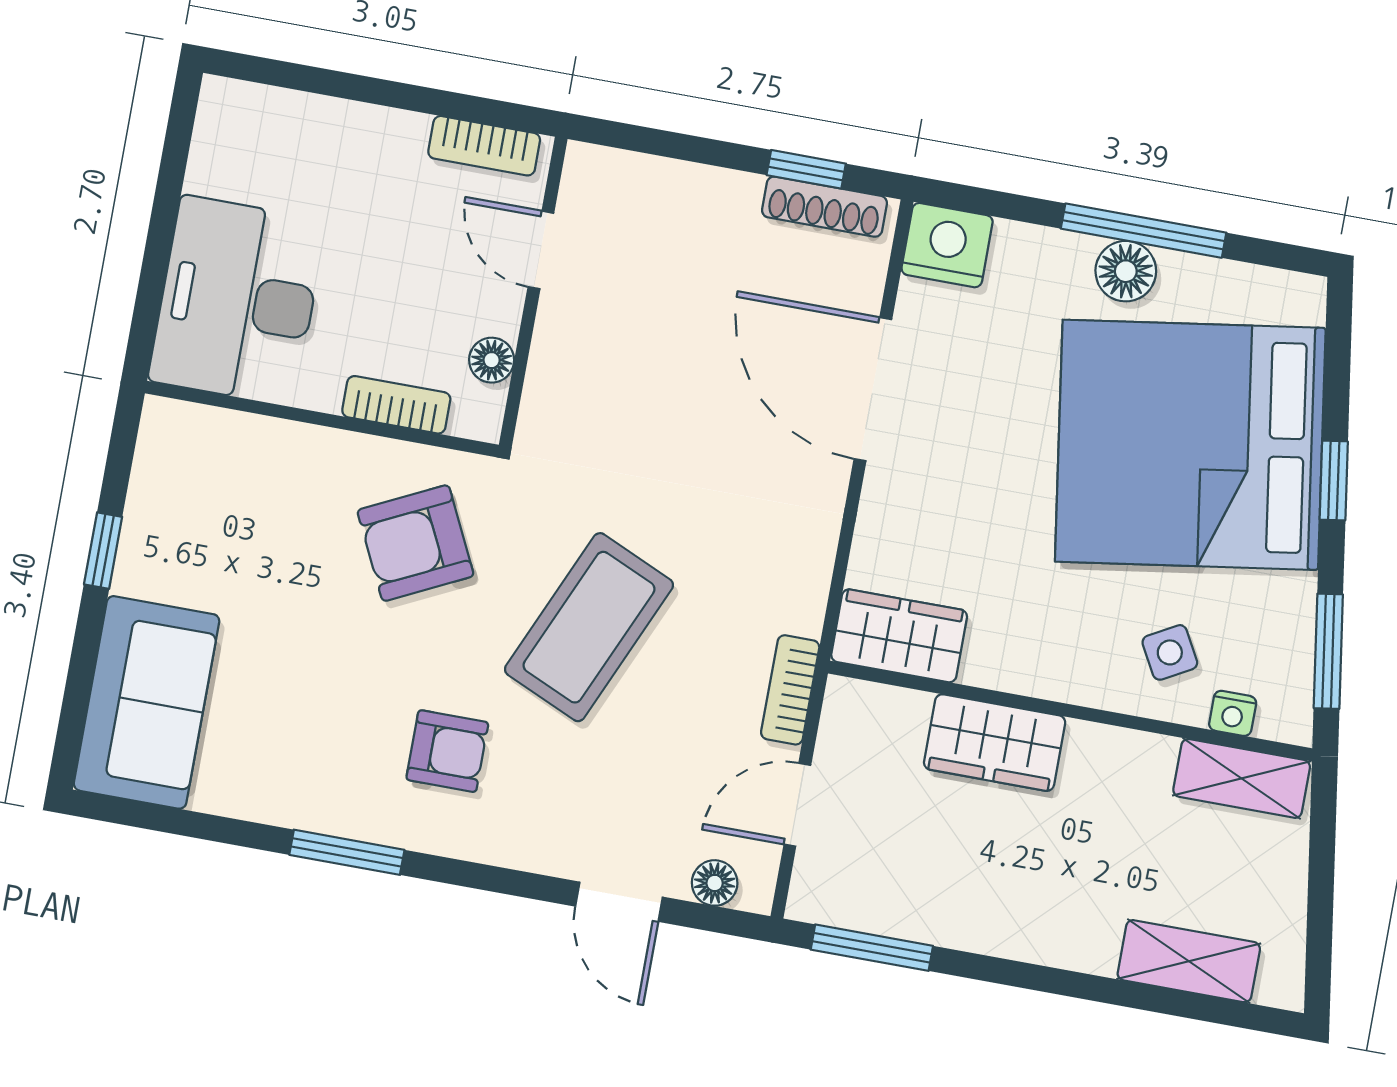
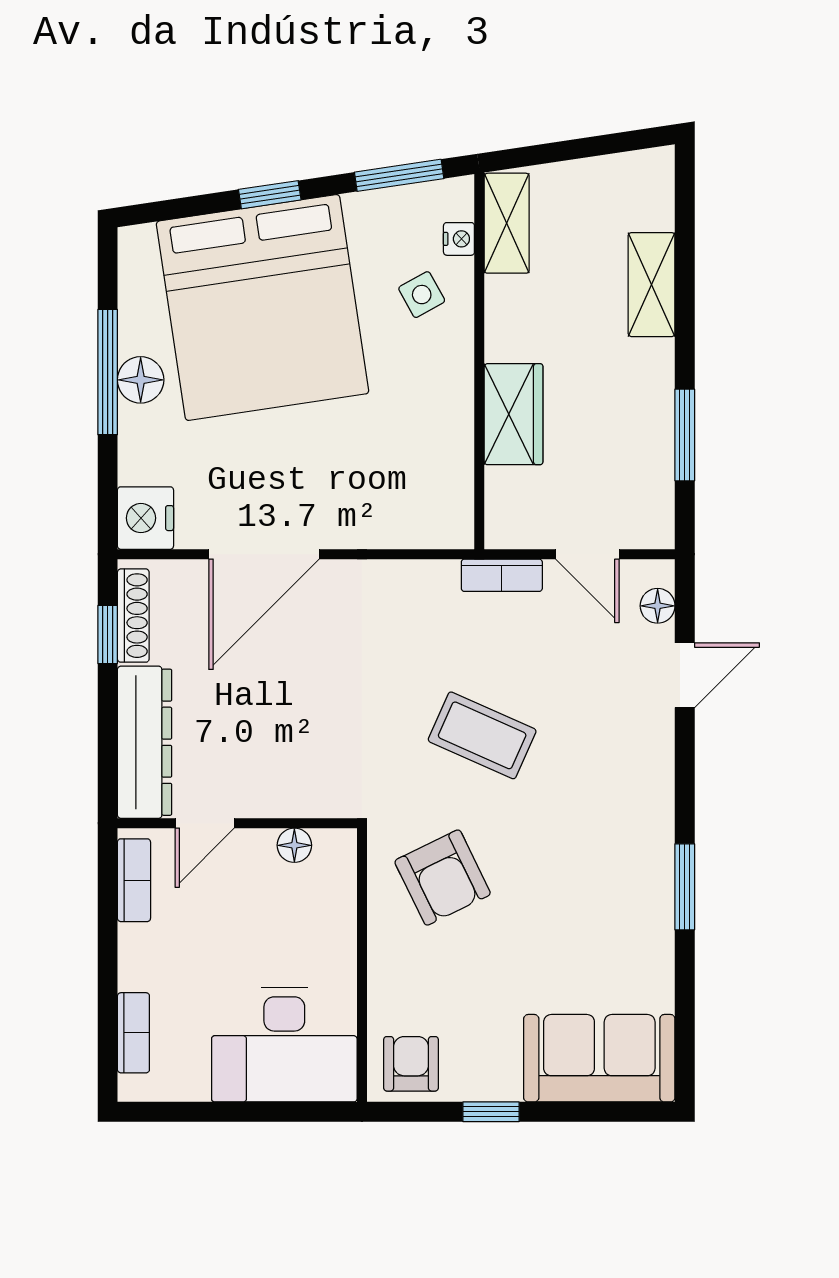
dresser: (659, 192) -> (145, 742), added
bookcase: (396, 405) -> (133, 1033), moved, turned 180
coffee table: (589, 627) -> (482, 735), width x0.73, depth x0.76
wardrobe: (899, 636) -> (446, 501), removed
armchair: (447, 751) -> (411, 1064), moved
window: (872, 948) -> (685, 435), moved
shelving: (1189, 961) -> (652, 285), moved

